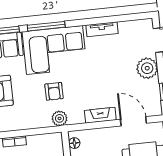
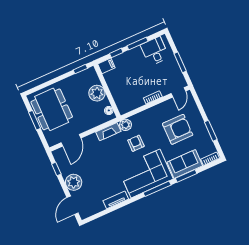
fireplace: (100, 115) -> (108, 132), moved
door: (133, 121) -> (71, 140), hinge flipped

